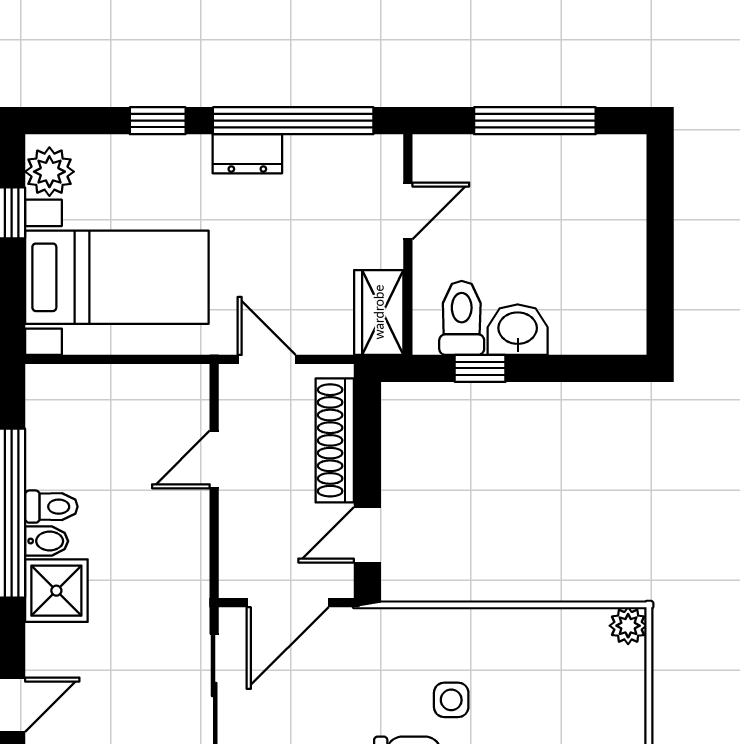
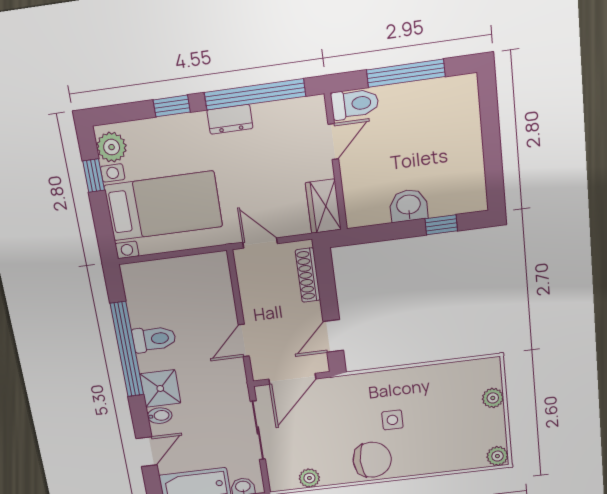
toilet: (462, 318) -> (355, 104), moved, turned 90
window: (480, 368) -> (441, 225), moved
shoe rack: (335, 440) -> (308, 275), width x0.74, depth x0.81
door: (214, 460) -> (244, 340), moved
toilet: (51, 507) -> (154, 339), width x1.37, depth x1.39
bidet: (47, 541) -> (160, 416), moved
plant: (628, 626) -> (493, 398), moved

